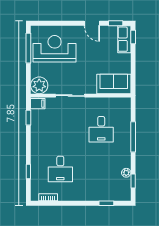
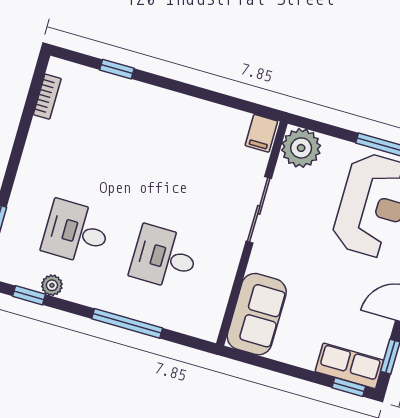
window: (28, 118) -> (236, 103), removed
desk: (60, 169) -> (76, 232), moved

